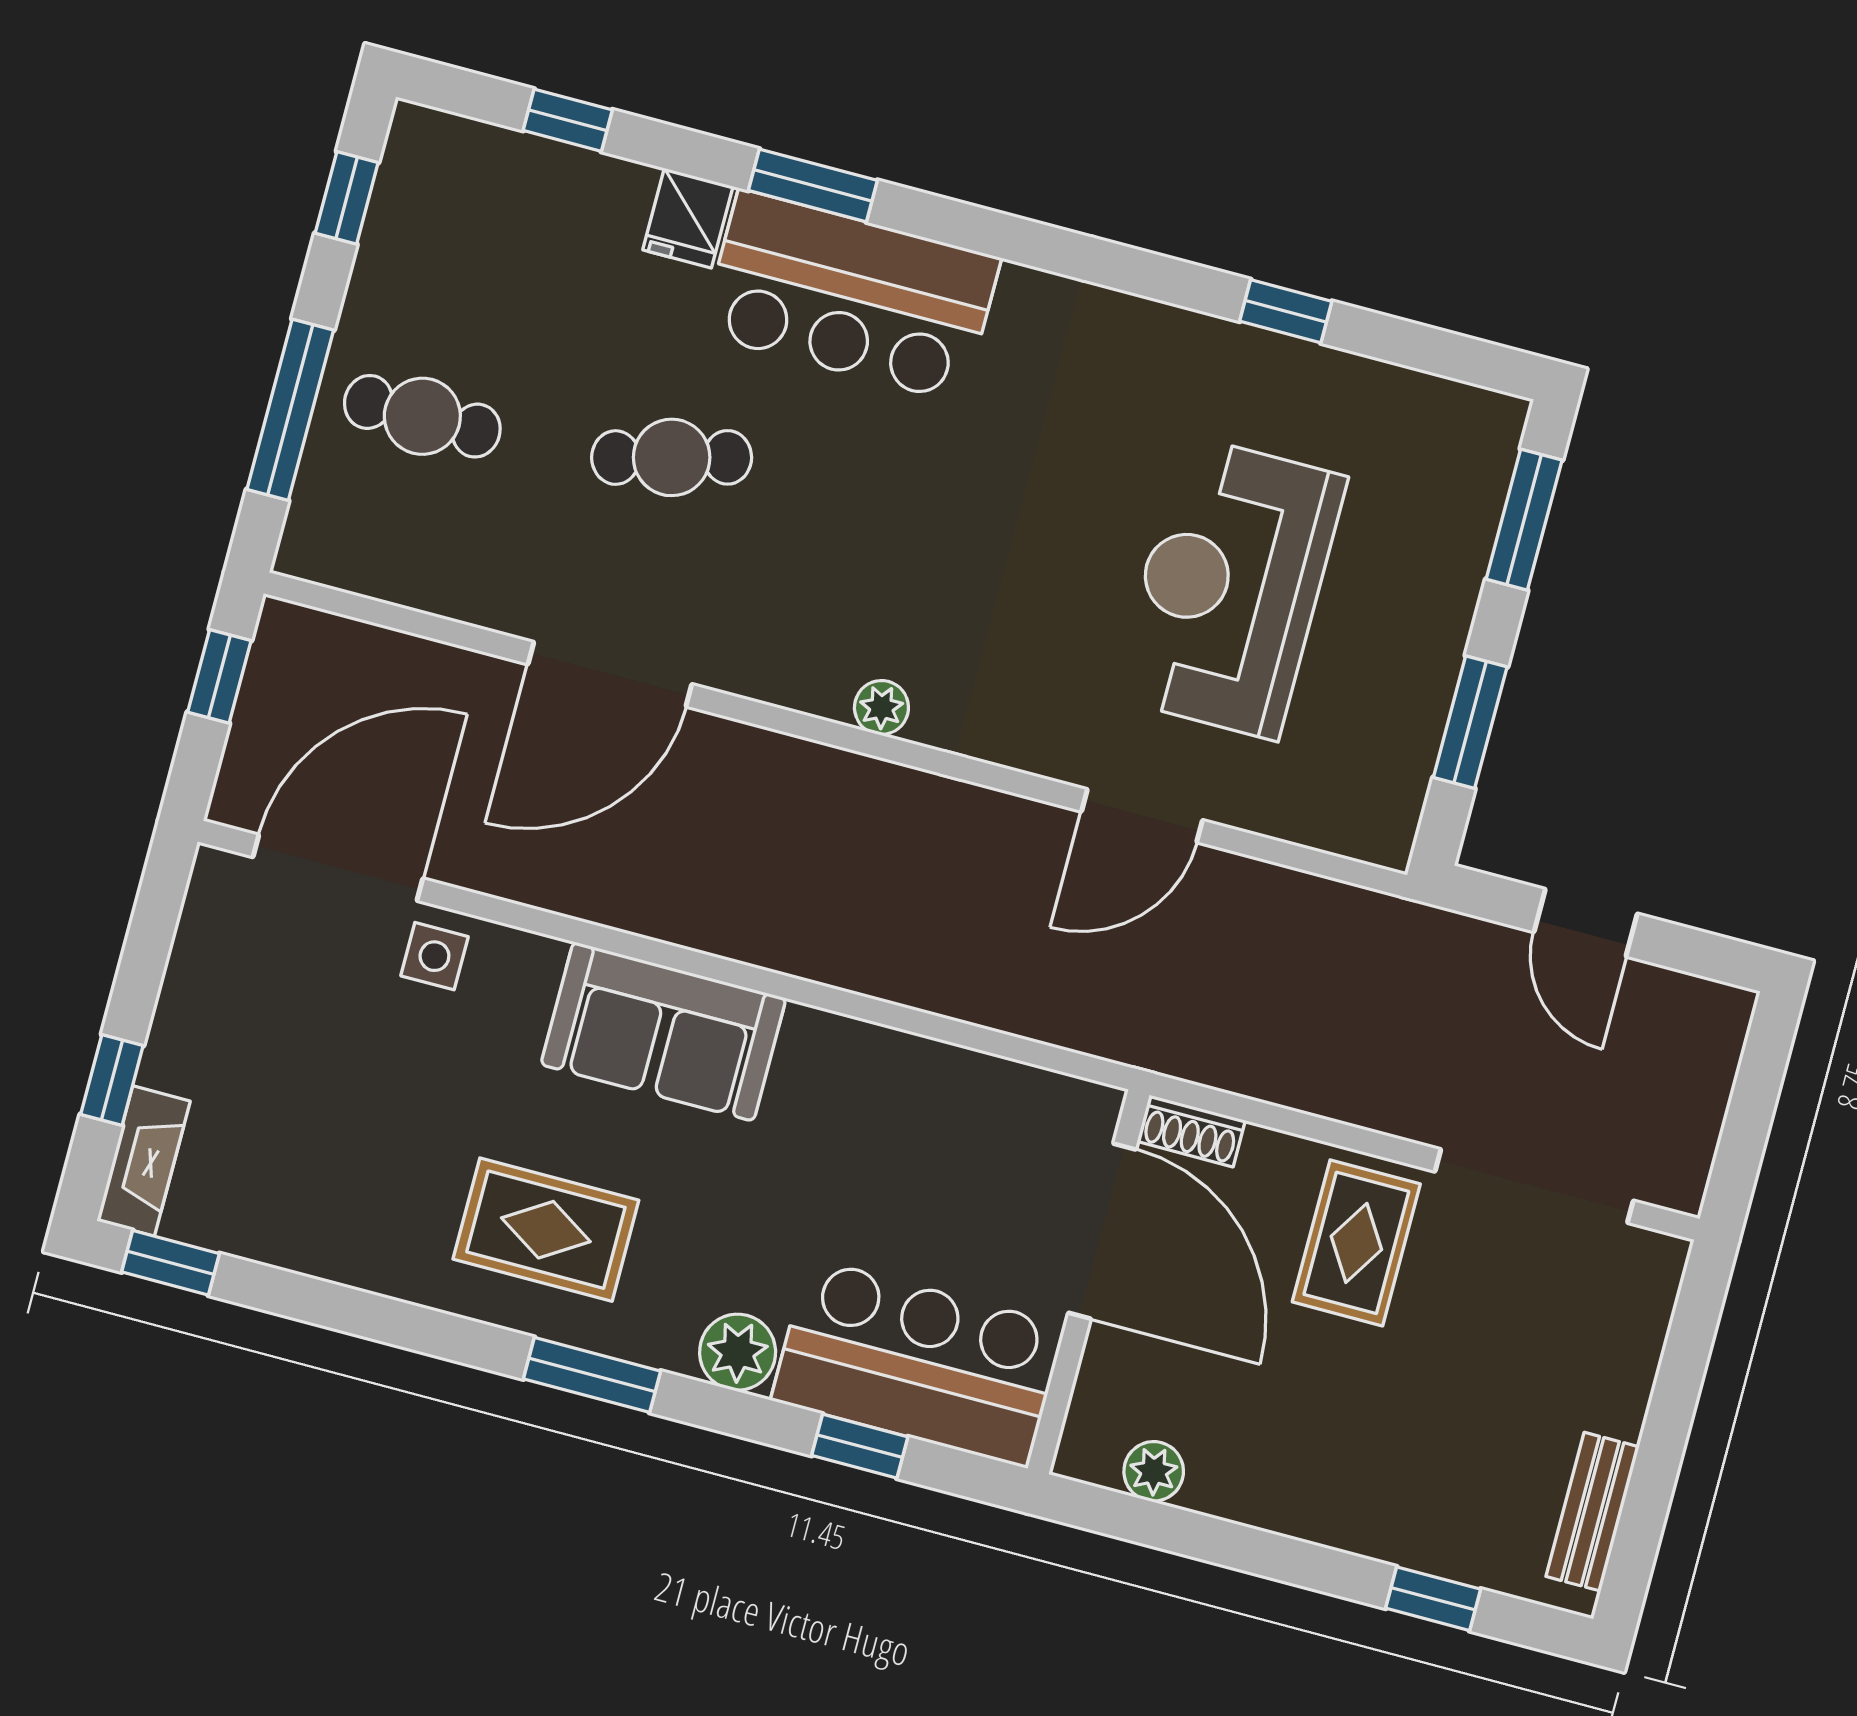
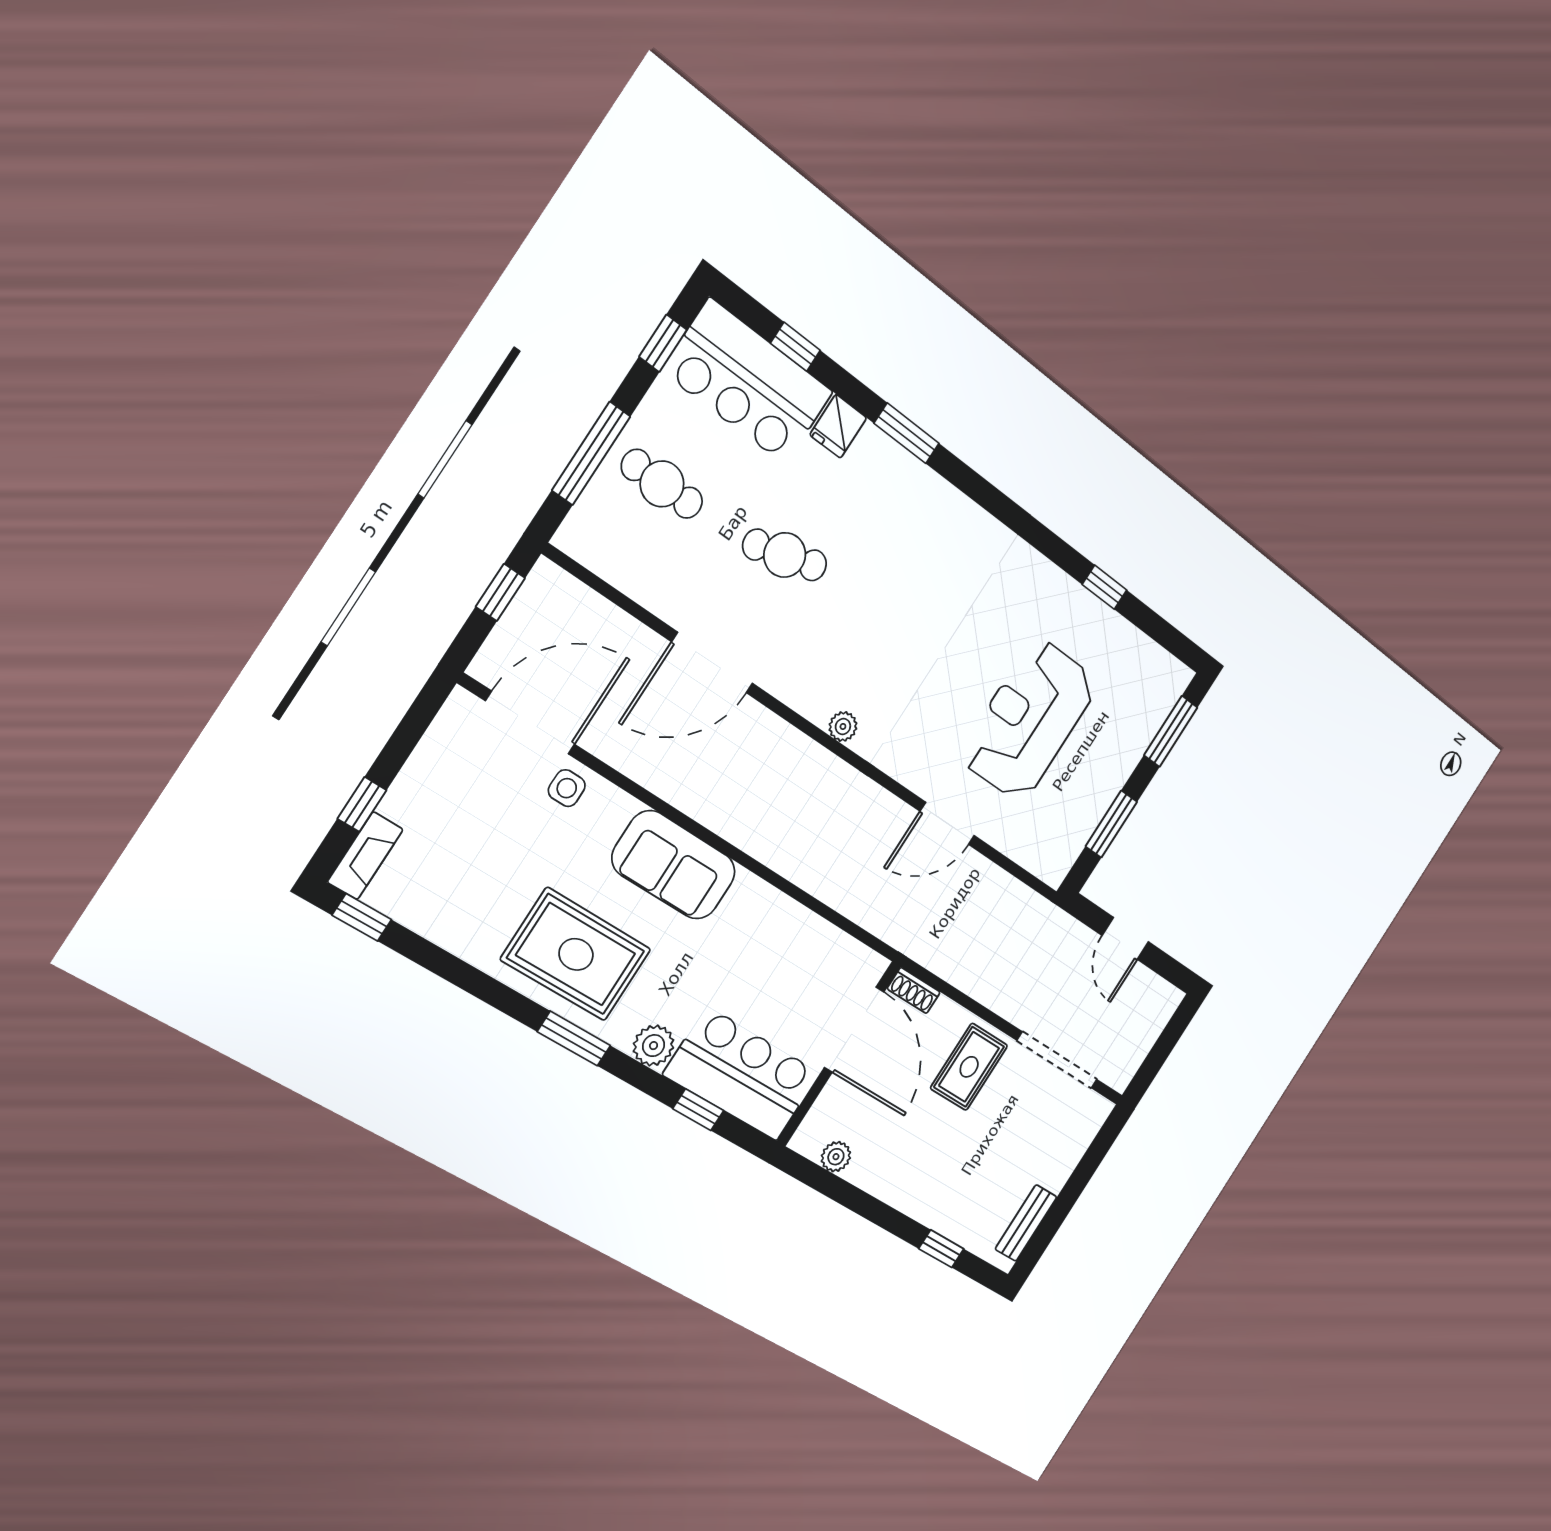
bar counter: (851, 296) -> (748, 382), moved
rug: (546, 1230) -> (576, 954), width x1.36, depth x1.43

